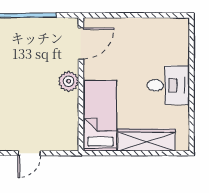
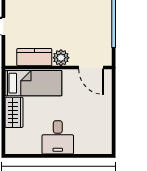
kitchen counter: (68, 115) -> (34, 57), added
wardrobe: (147, 140) -> (14, 112), width x0.67

